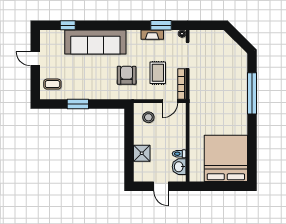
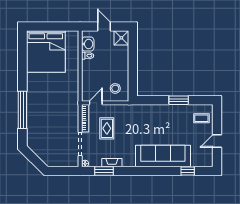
door: (35, 59) -> (217, 141), swing flipped
armchair: (127, 75) -> (135, 126), removed
shower: (142, 153) -> (121, 38), moved

